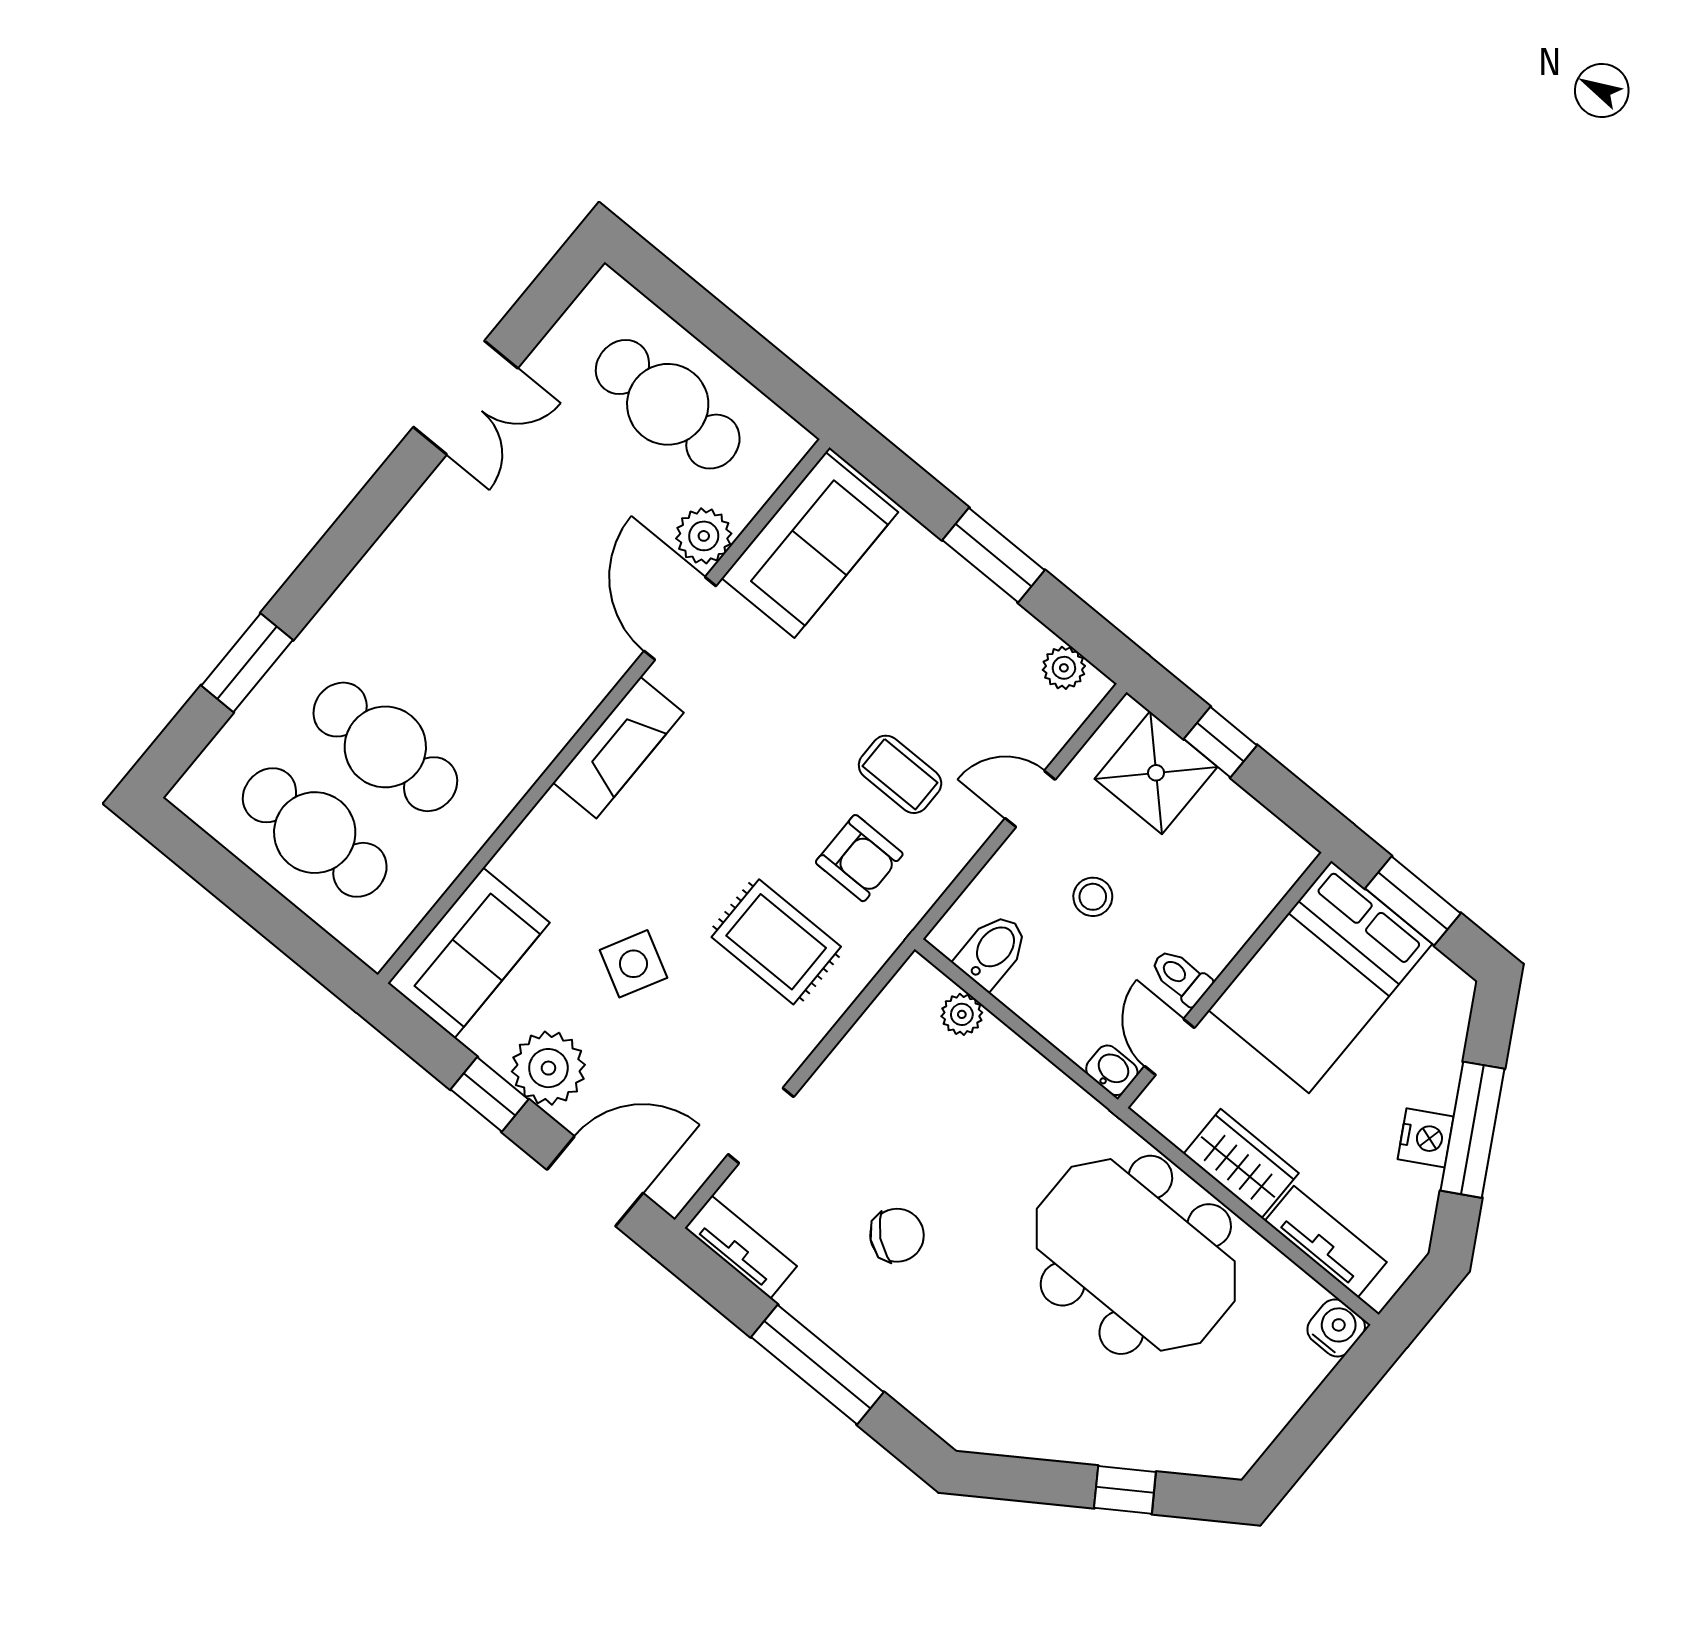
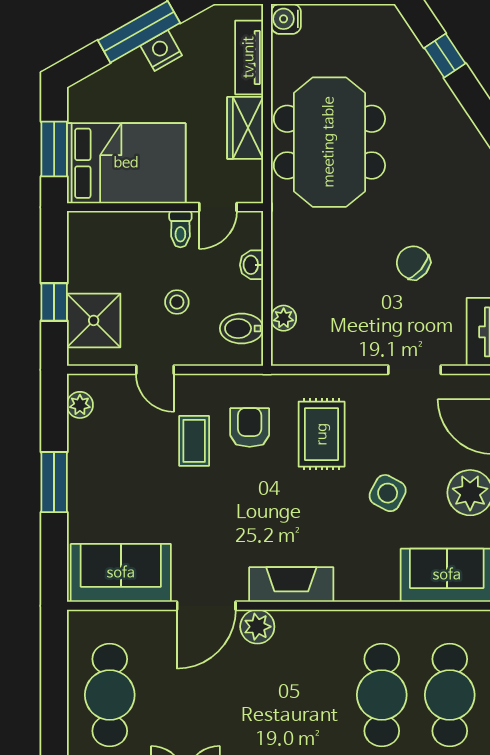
plant: (704, 536) -> (257, 627), moved
washbasin: (1112, 1070) -> (252, 265), moved

